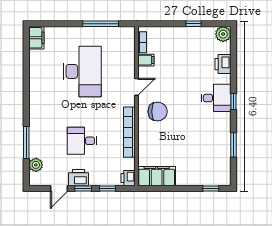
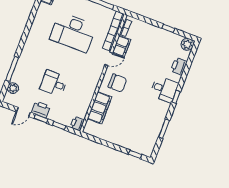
filing cabinet: (146, 60) -> (122, 46), width x2.00
desk: (82, 71) -> (73, 32), turned 90
bookcase: (129, 132) -> (113, 31), moved
filing cabinet: (157, 176) -> (100, 108), moved, turned 90

